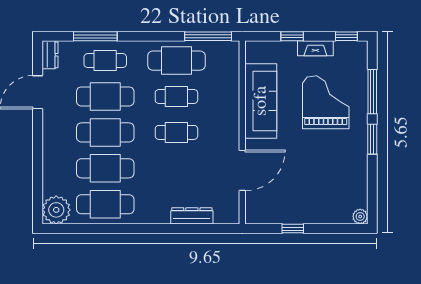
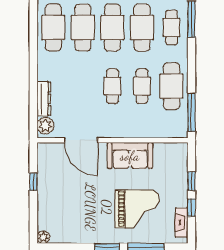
window: (346, 36) -> (191, 208), moved
fireplace: (315, 48) -> (182, 222), moved
sofa: (261, 101) -> (130, 156), width x0.73
plant: (225, 214) -> (45, 126), added

